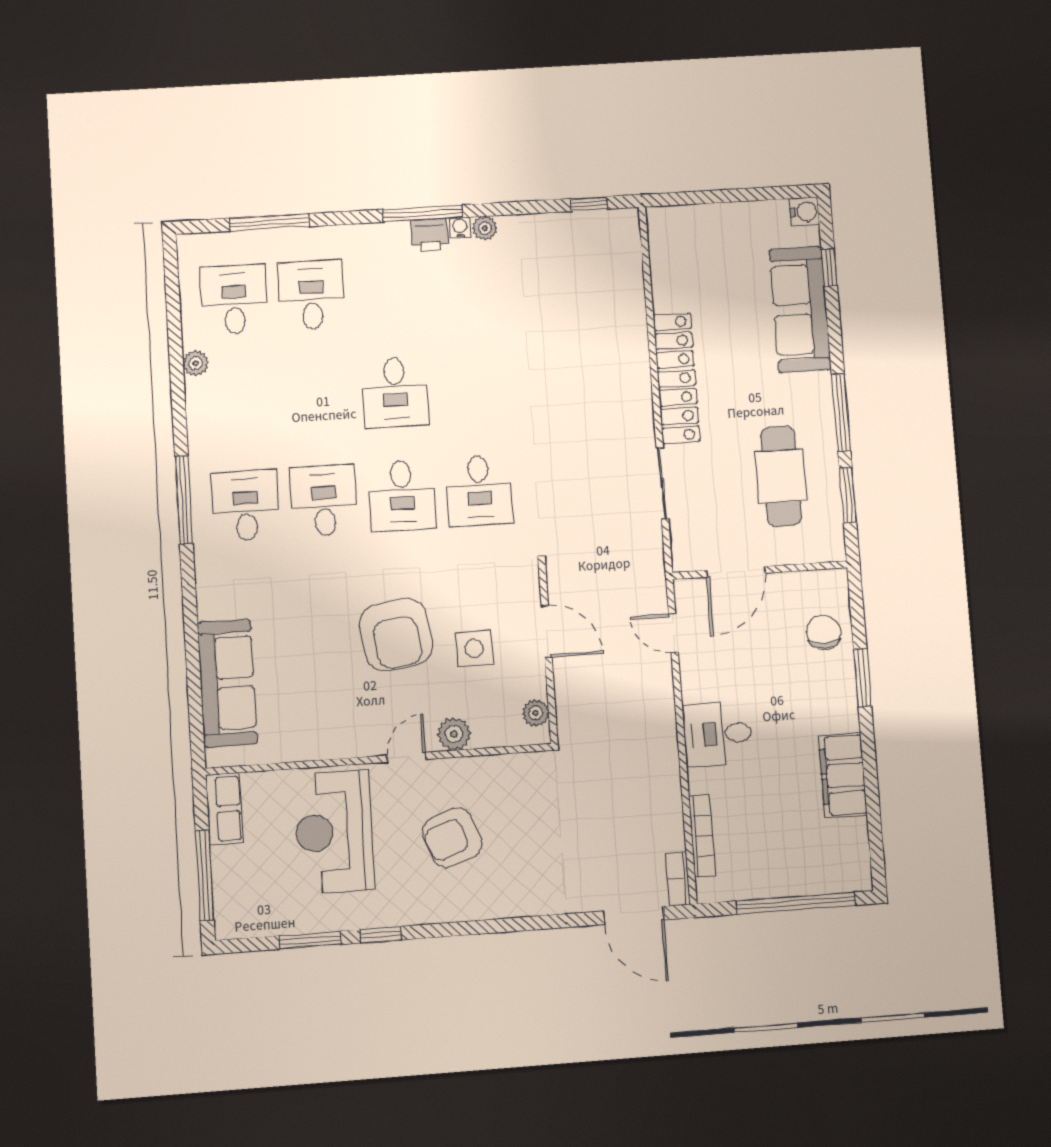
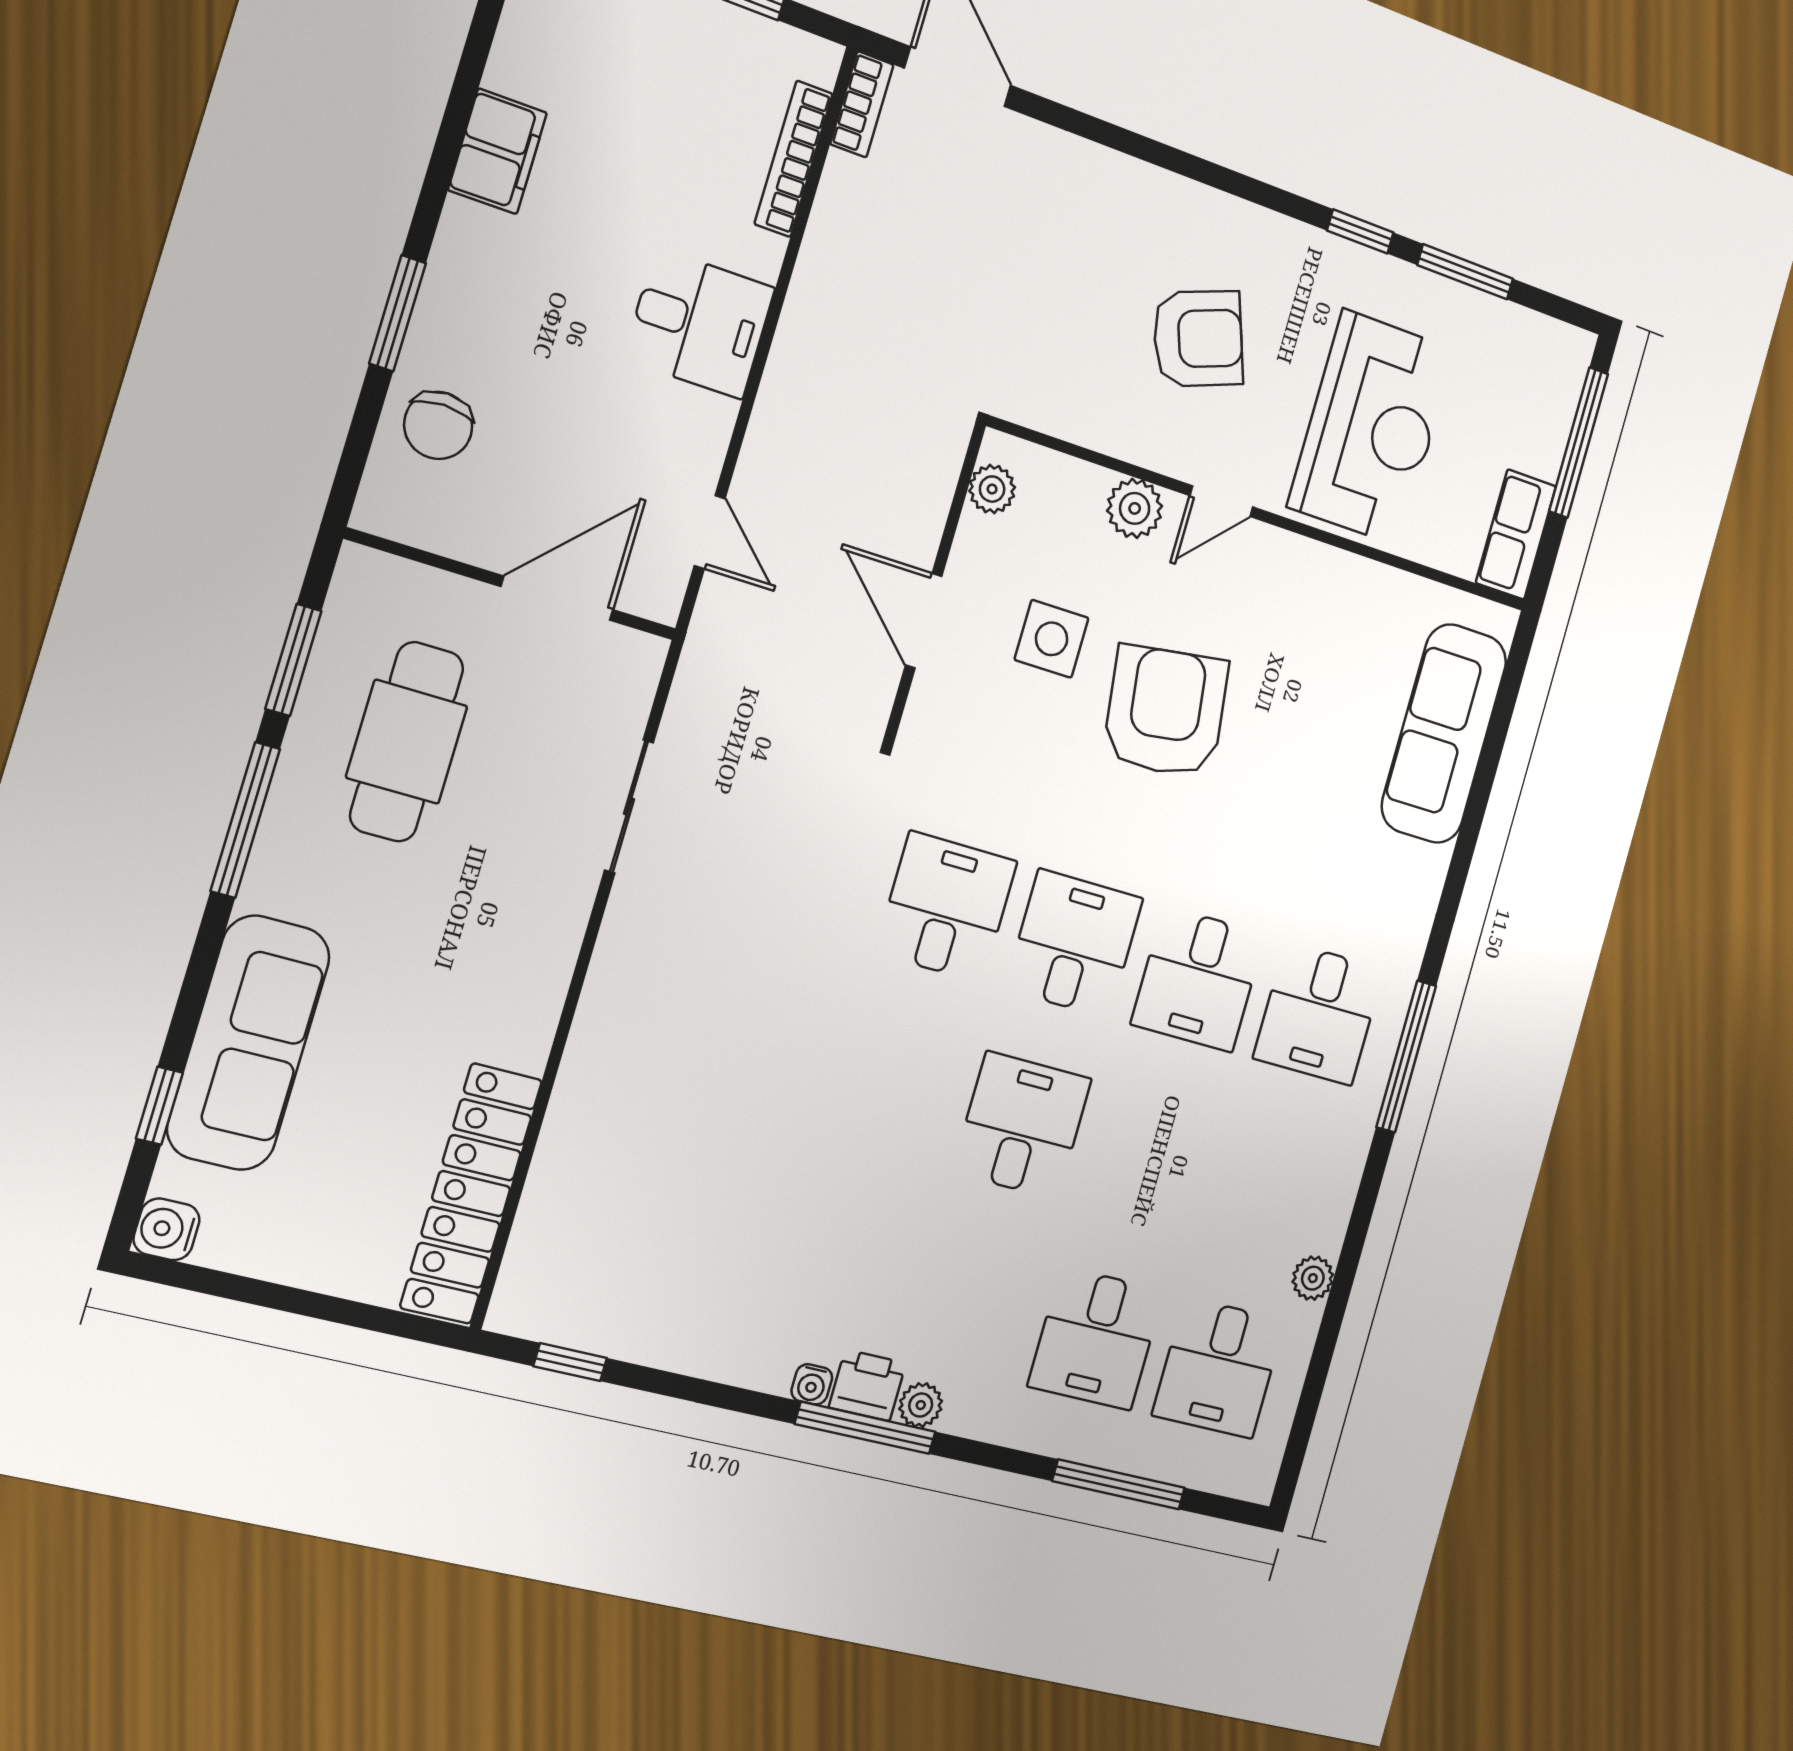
plant: (485, 228) -> (921, 1405), moved
locker: (677, 378) -> (471, 1194), moved
filing cabinet: (843, 775) -> (498, 151), width x0.67, depth x0.86

